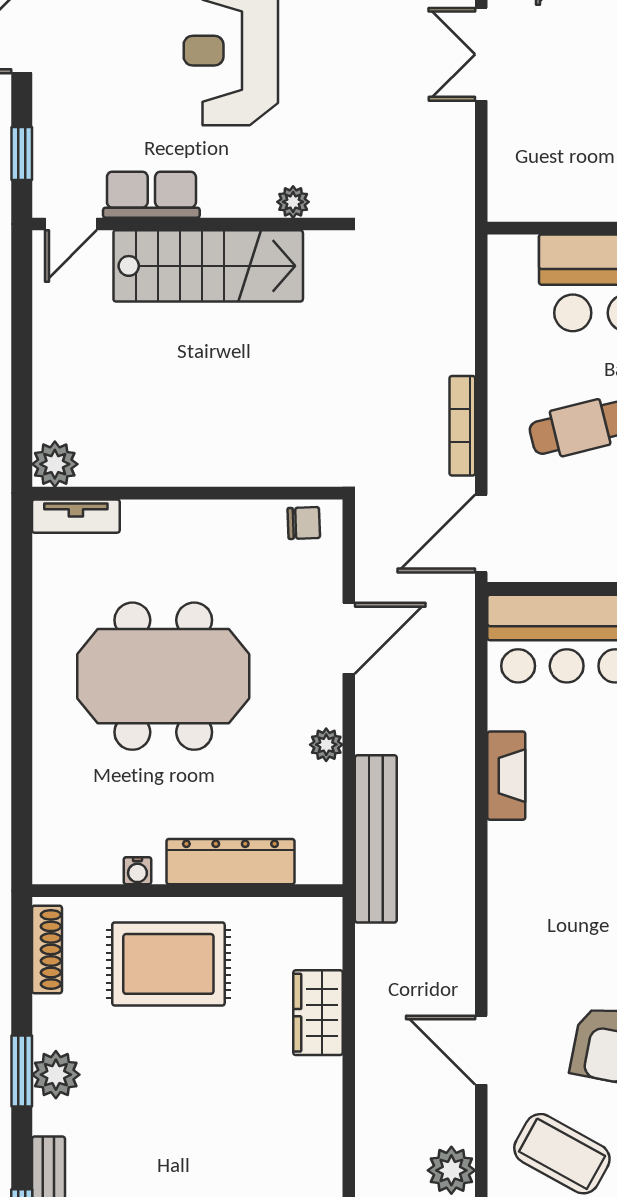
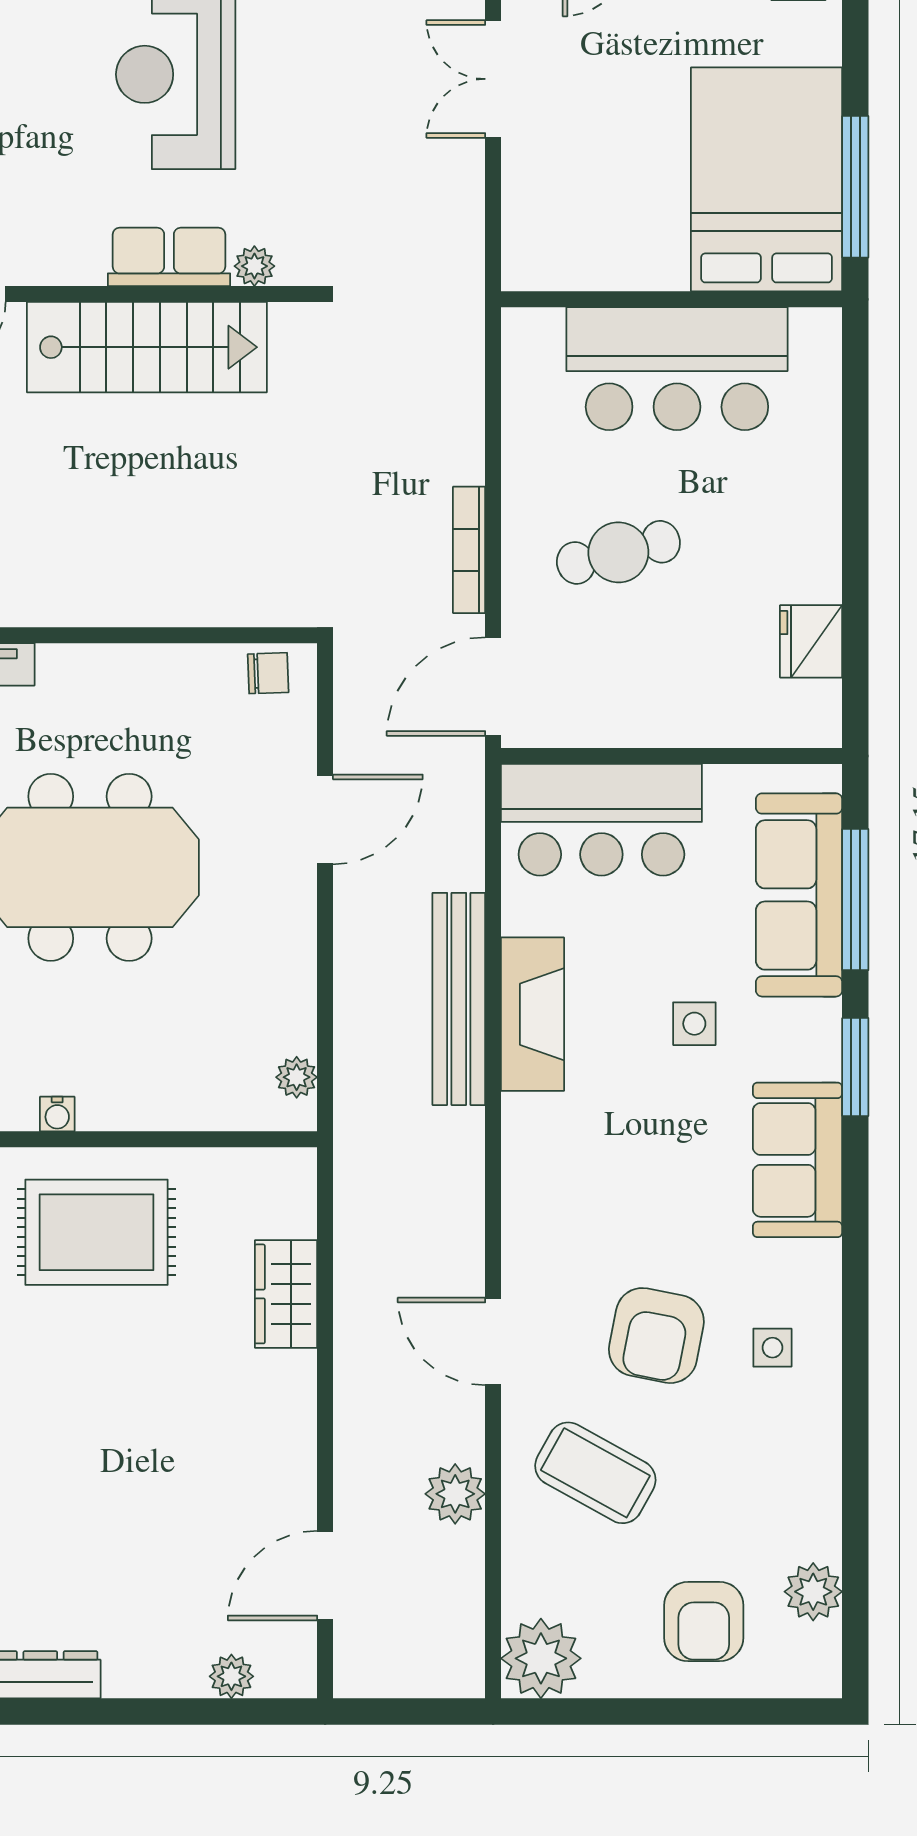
row of seats: (151, 195) -> (169, 257), moved
plant: (326, 745) -> (297, 1077), moved
fireplace: (506, 776) -> (533, 1014), width x1.37, depth x1.32
bench: (376, 839) -> (459, 999), moved
dresser: (230, 862) -> (175, 1102), removed

